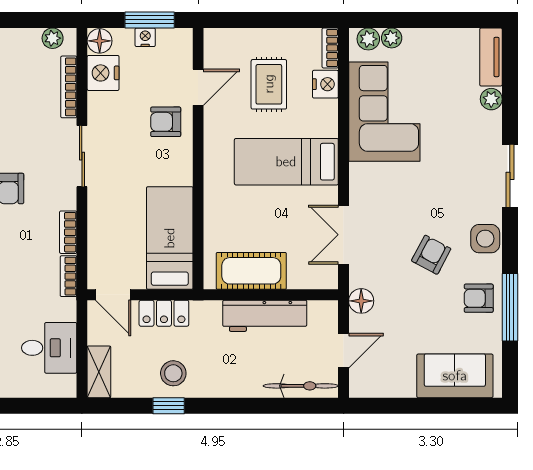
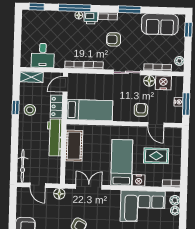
floor lamp: (100, 41) -> (149, 81), moved
nightstand: (325, 84) -> (139, 180), moved
workbench: (265, 316) -> (54, 137), moved

